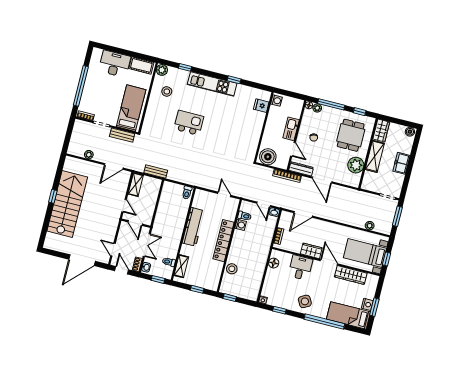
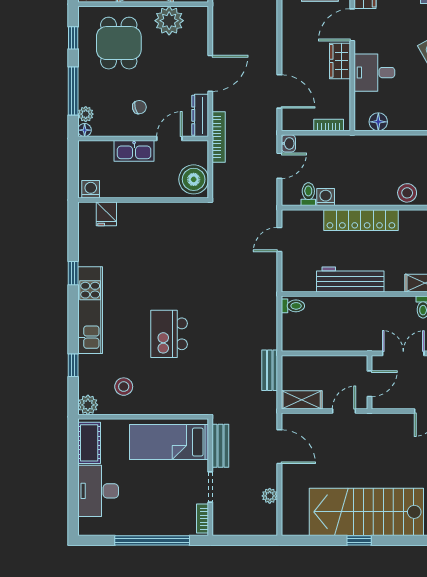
dining table: (351, 135) -> (119, 43), turned 90

